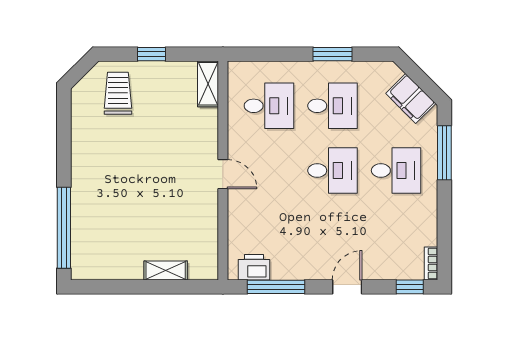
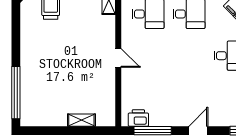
desk: (333, 170) -> (189, 56), removed

